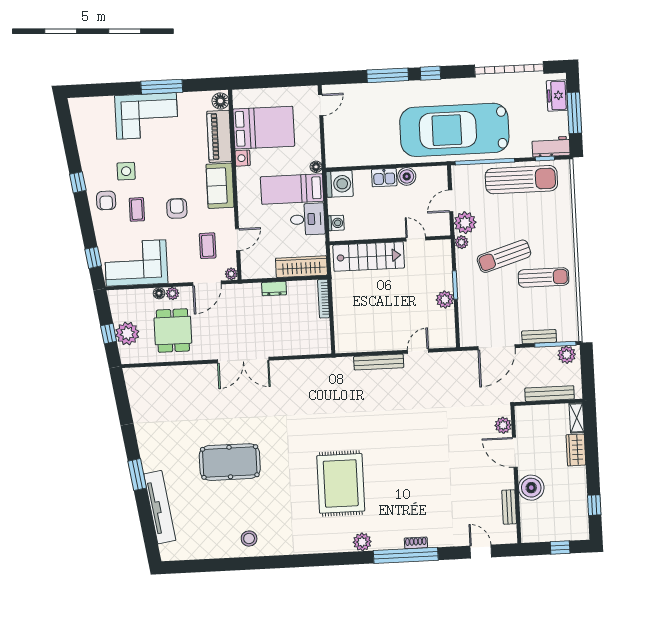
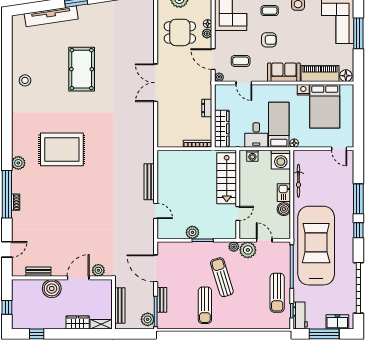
bicycle: (367, 158) -> (298, 181), added
sun lounger: (521, 180) -> (277, 293), width x0.73, depth x0.75

